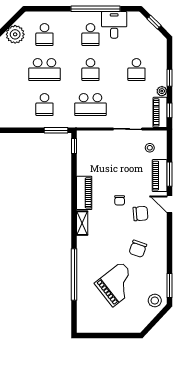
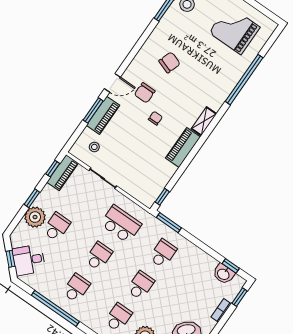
desk: (114, 25) -> (29, 260), moved, turned 45
school desk: (44, 70) -> (141, 285), width x0.54
plant: (162, 91) -> (35, 217), moved, width x1.87, depth x1.87
door: (169, 204) -> (112, 83), hinge flipped
chair: (140, 214) -> (145, 93), turned -85
grand piano: (117, 284) -> (234, 30), moved, turned 38

